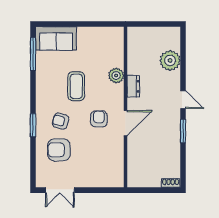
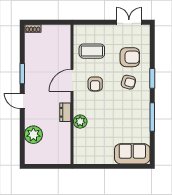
window: (33, 54) -> (152, 117), moved
coffee table: (76, 86) -> (92, 51), moved, turned 90

